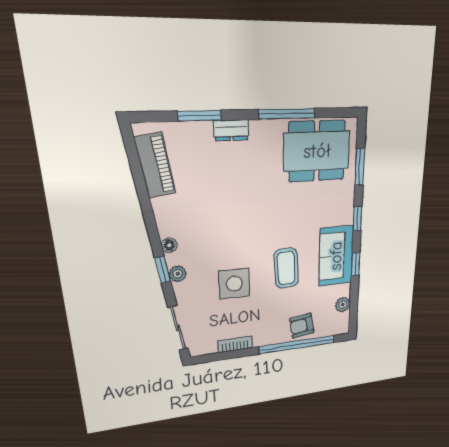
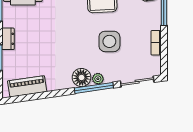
floor lamp: (169, 245) -> (82, 77), width x1.89, depth x1.89
window: (163, 270) -> (94, 88), width x2.17

